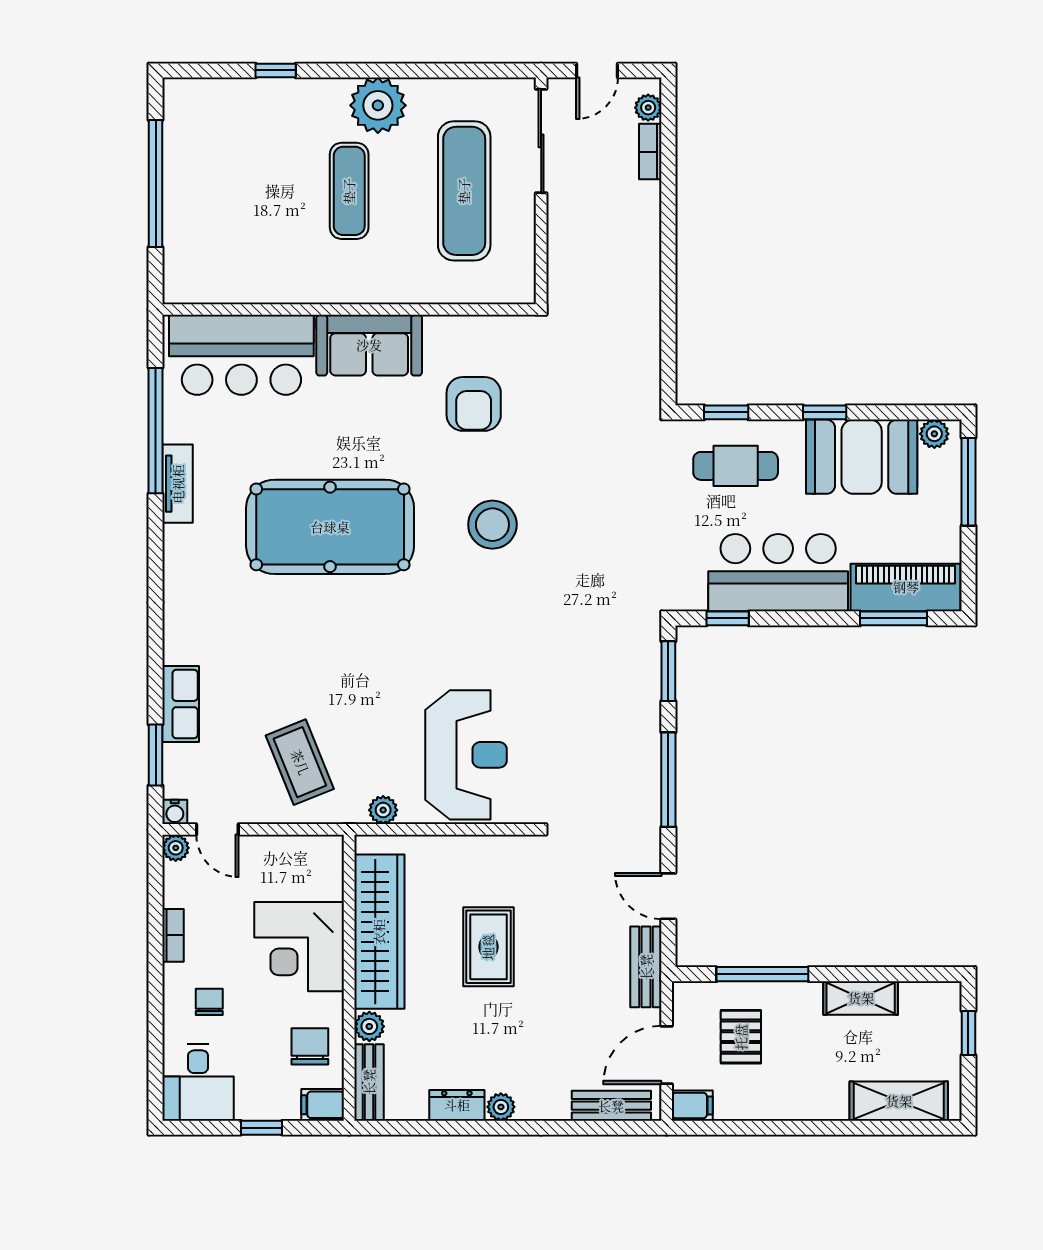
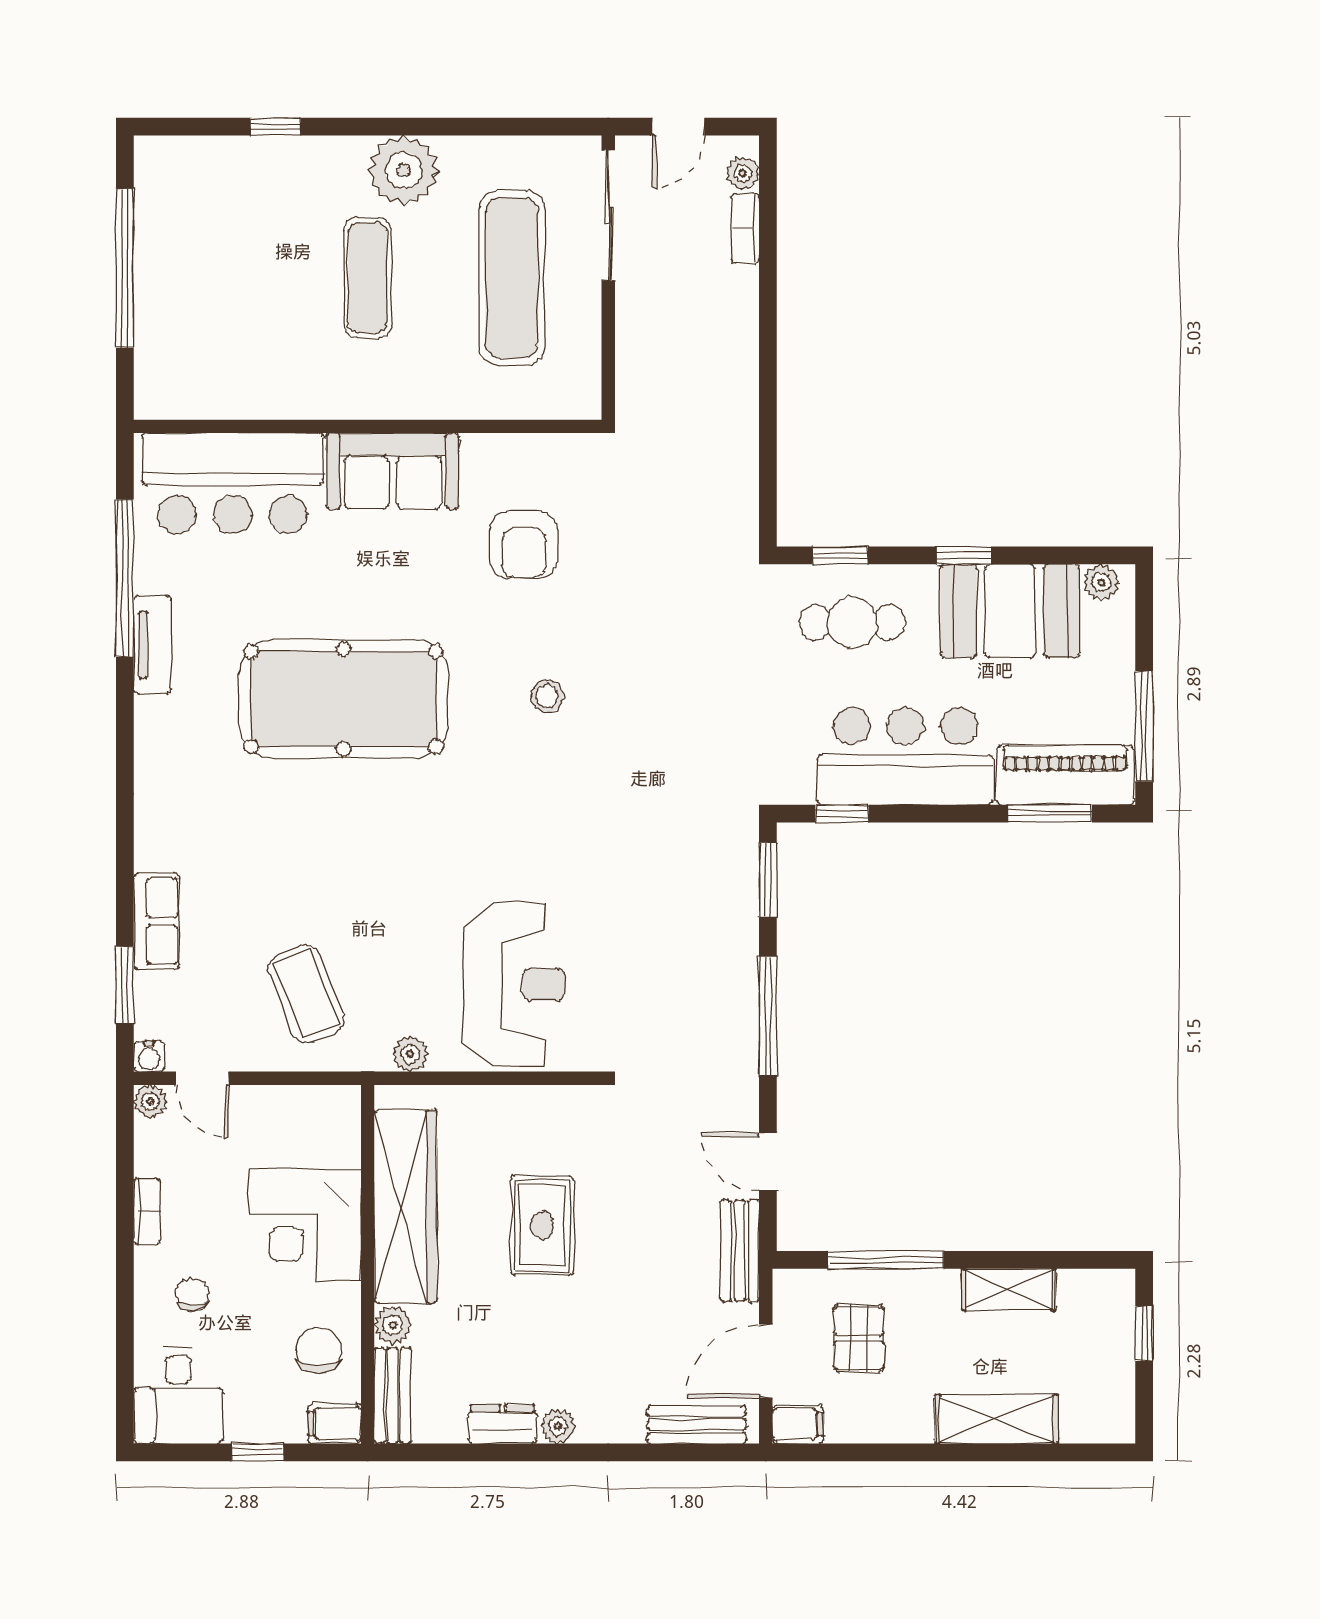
window: (968, 482) -> (1144, 726), moved
stool: (492, 525) -> (547, 696), width x0.53, depth x0.53
shelving: (899, 1101) -> (996, 1419), moved

